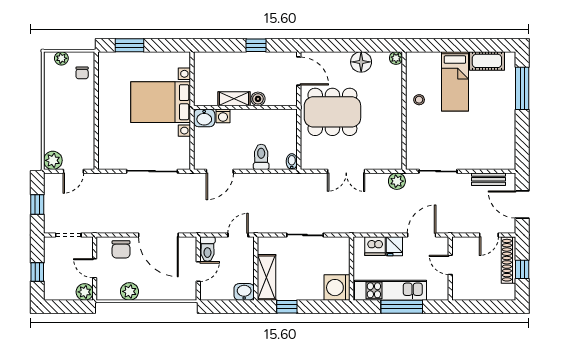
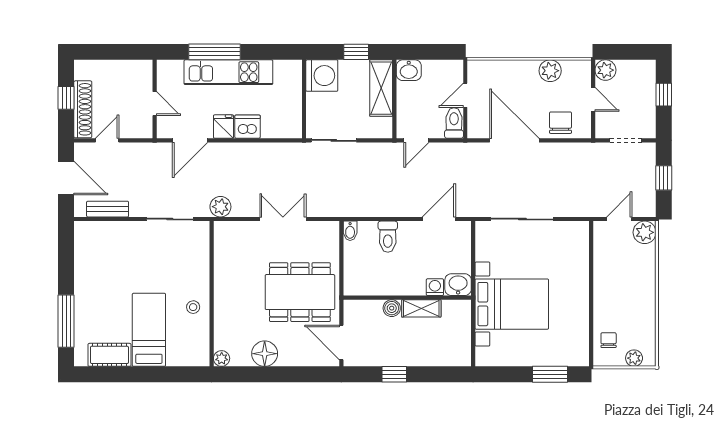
wall: (351, 268) -> (304, 99), moved
washing machine: (337, 288) -> (322, 76), moved

